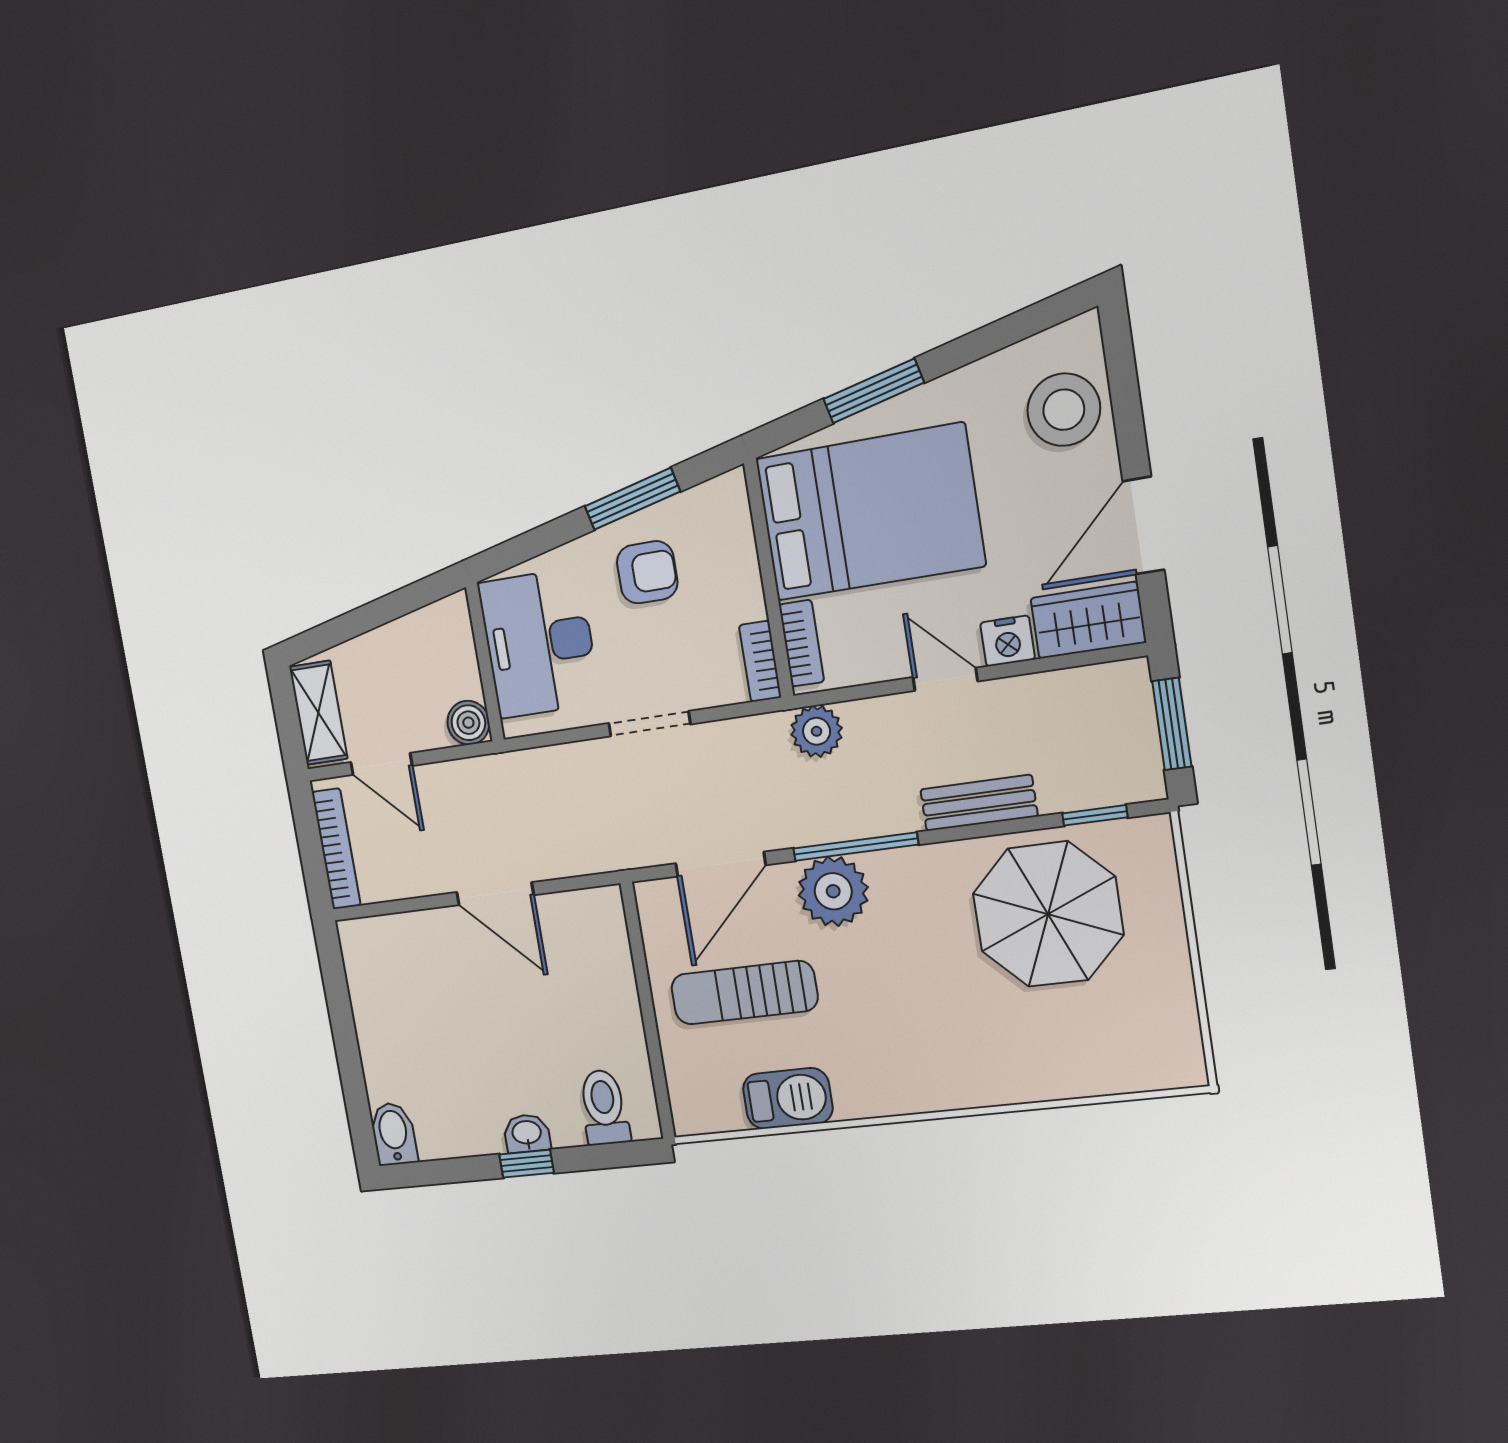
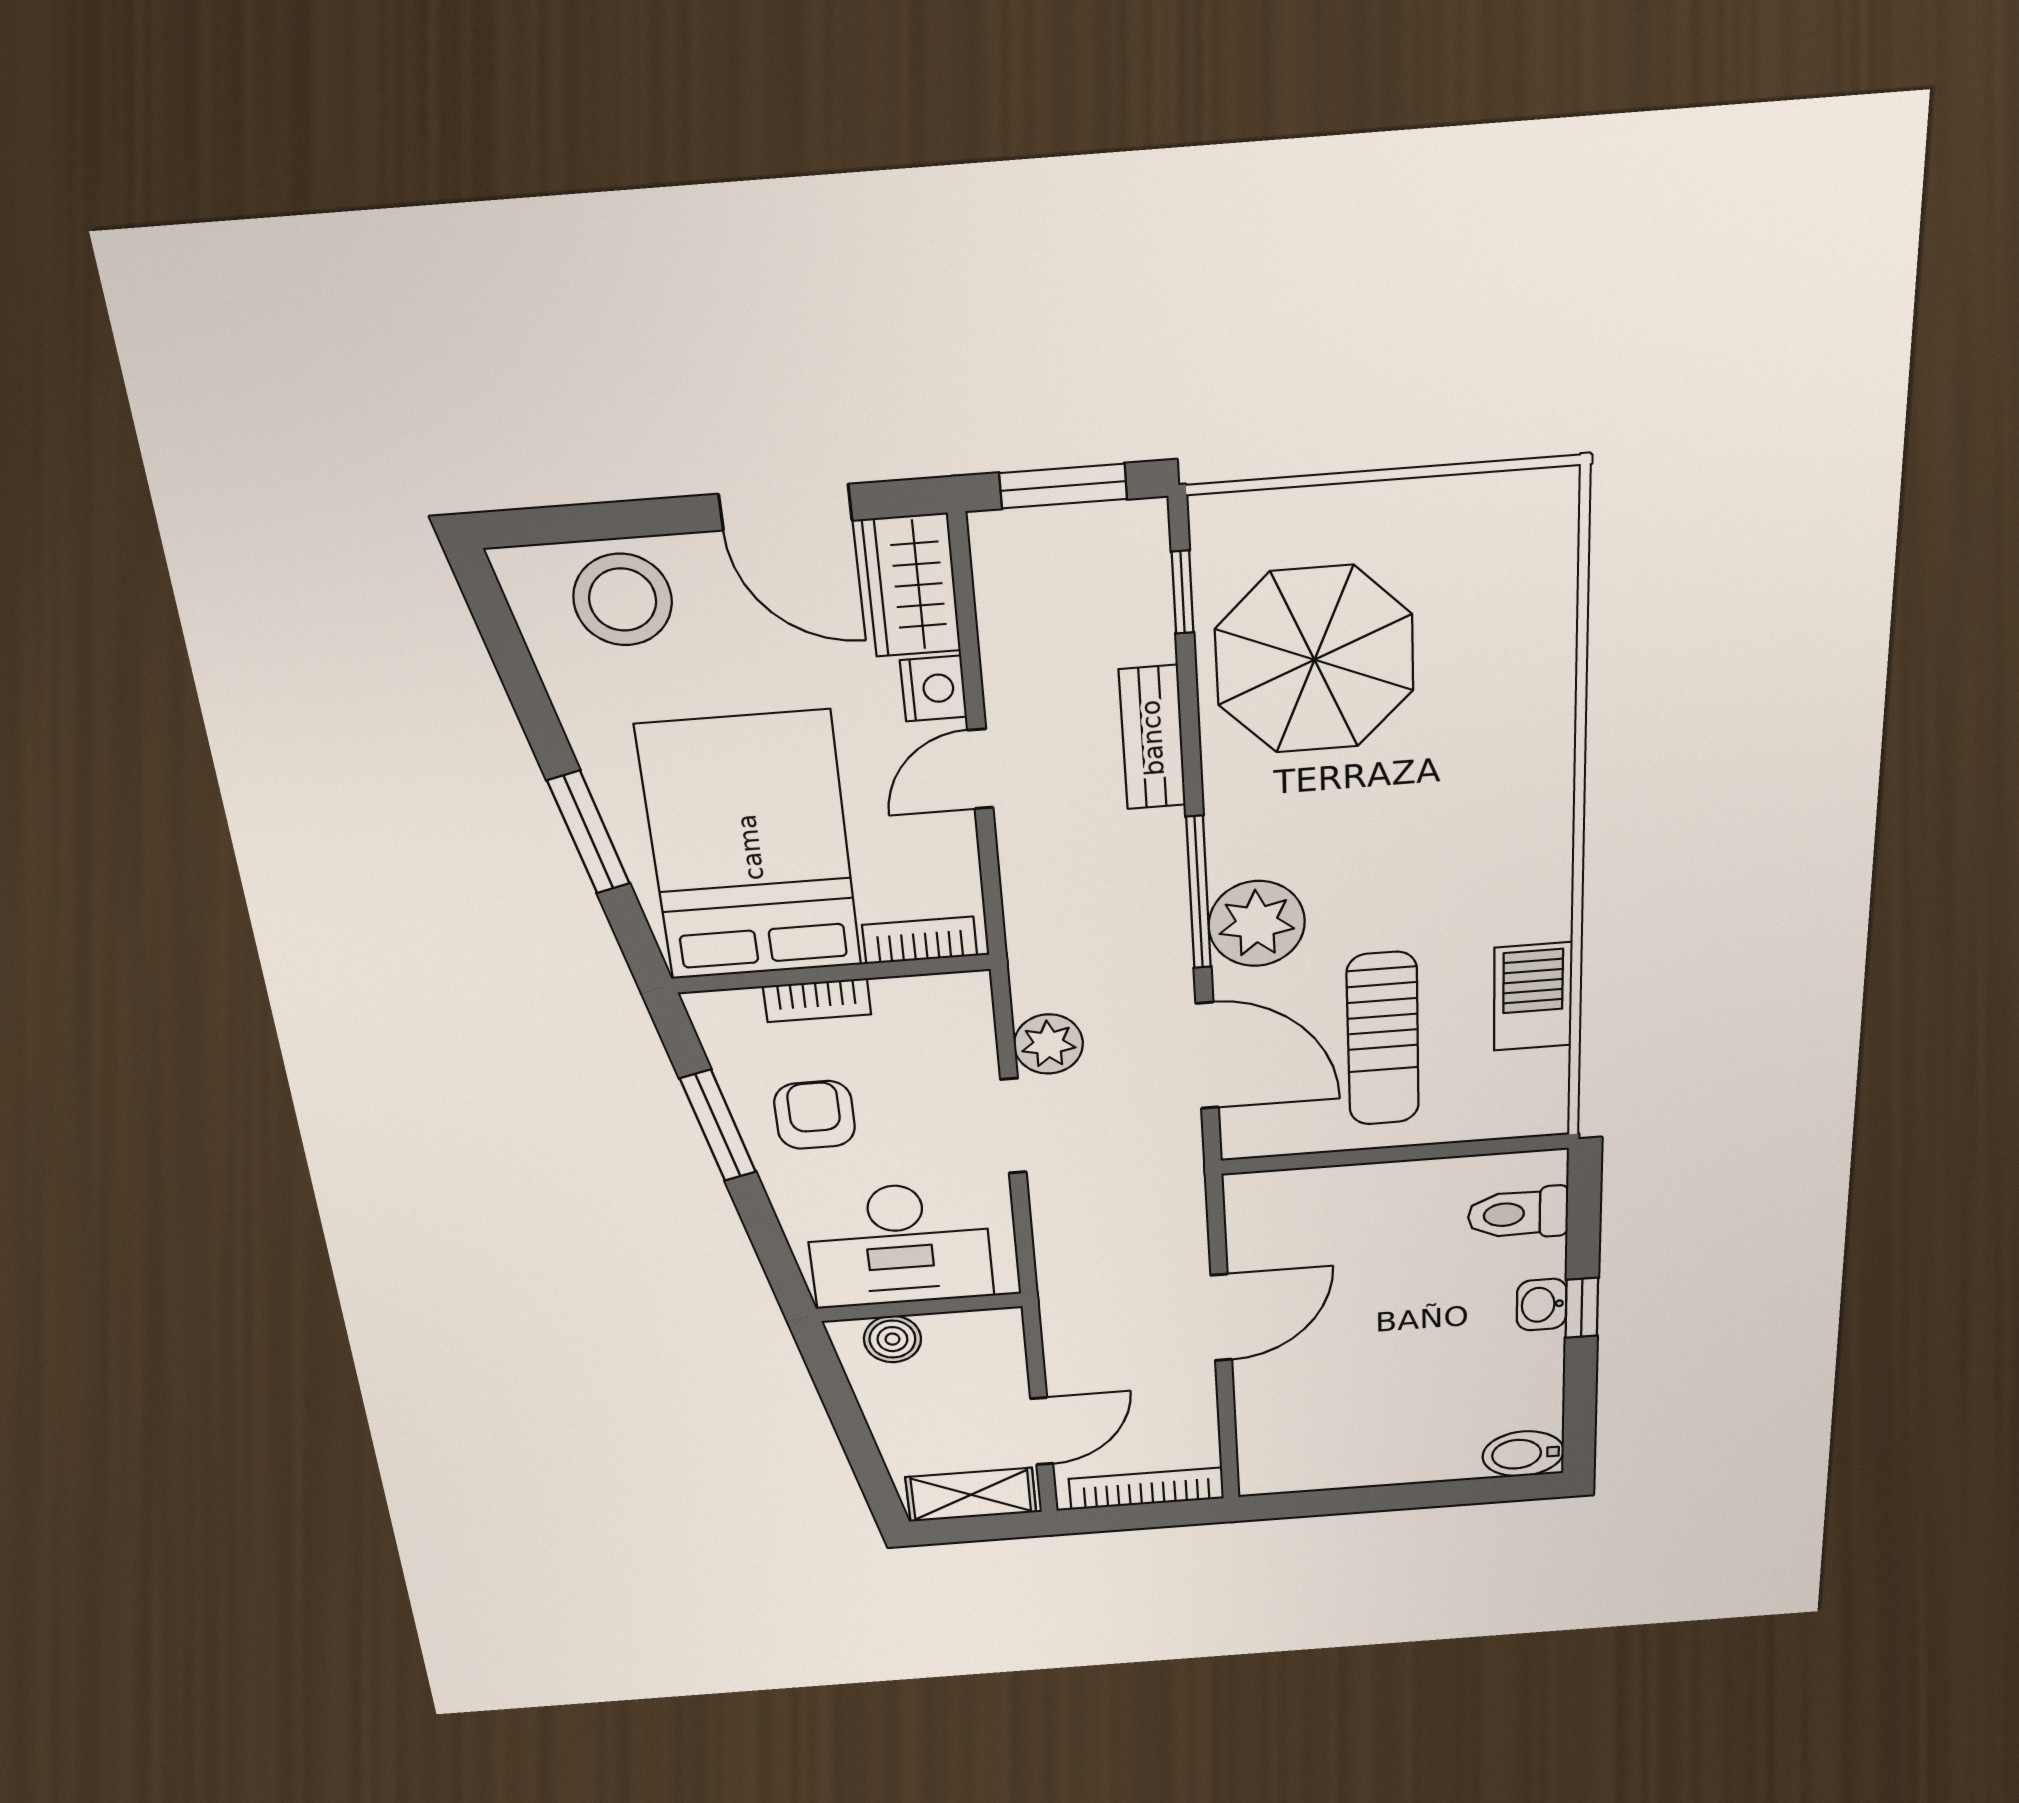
bookcase: (760, 661) -> (817, 1000), moved
boiler: (468, 723) -> (892, 1339), moved
plant: (817, 731) -> (1048, 1044), moved

